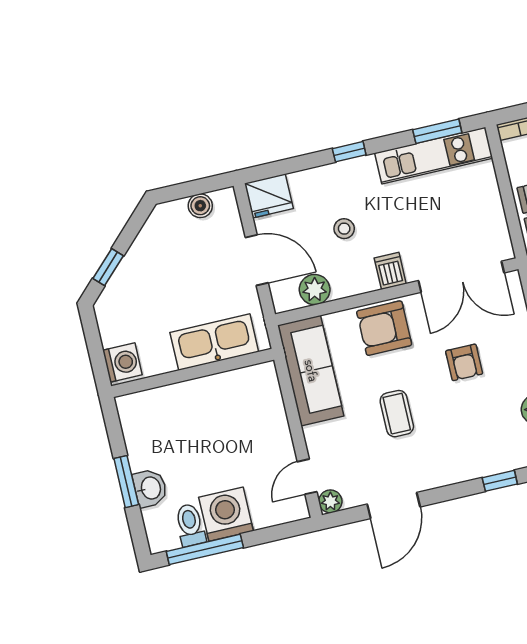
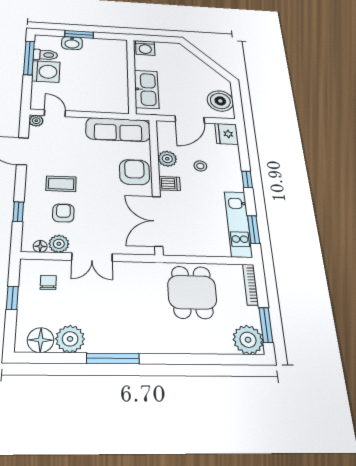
boiler: (200, 206) -> (220, 101), width x1.86, depth x1.86
window: (108, 267) -> (199, 54), removed
plant: (315, 290) -> (167, 159), moved
armchair: (464, 362) -> (63, 213), moved, turned 90
coffee table: (397, 414) -> (61, 184), moved

